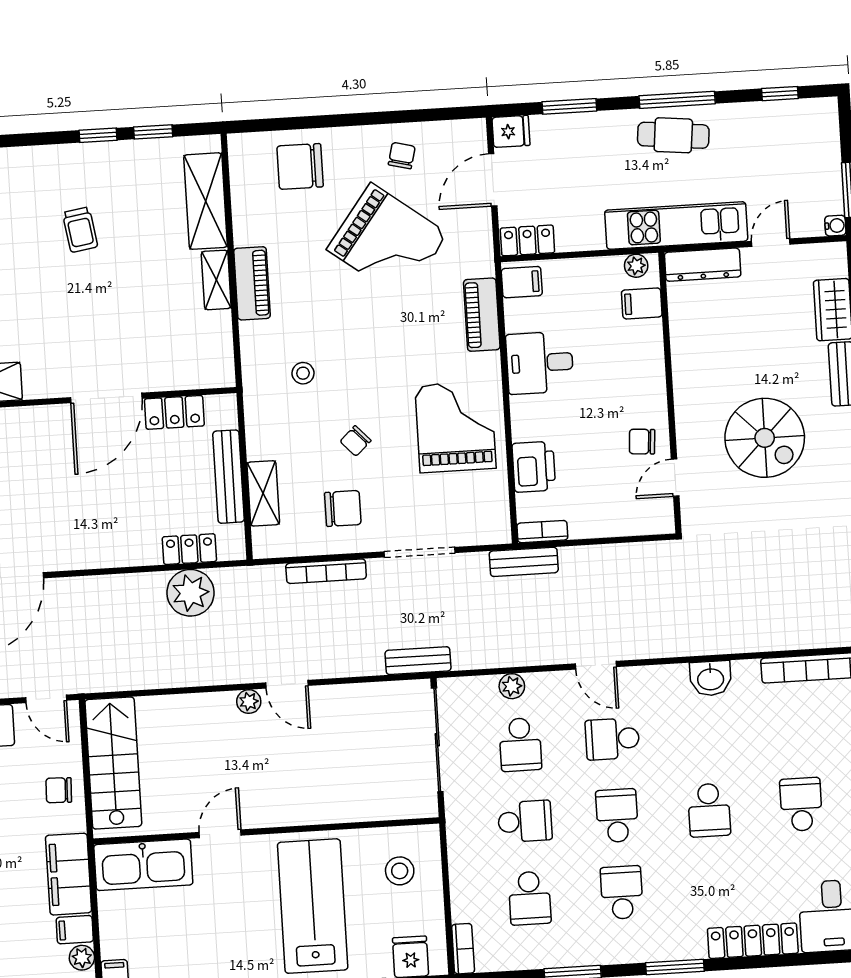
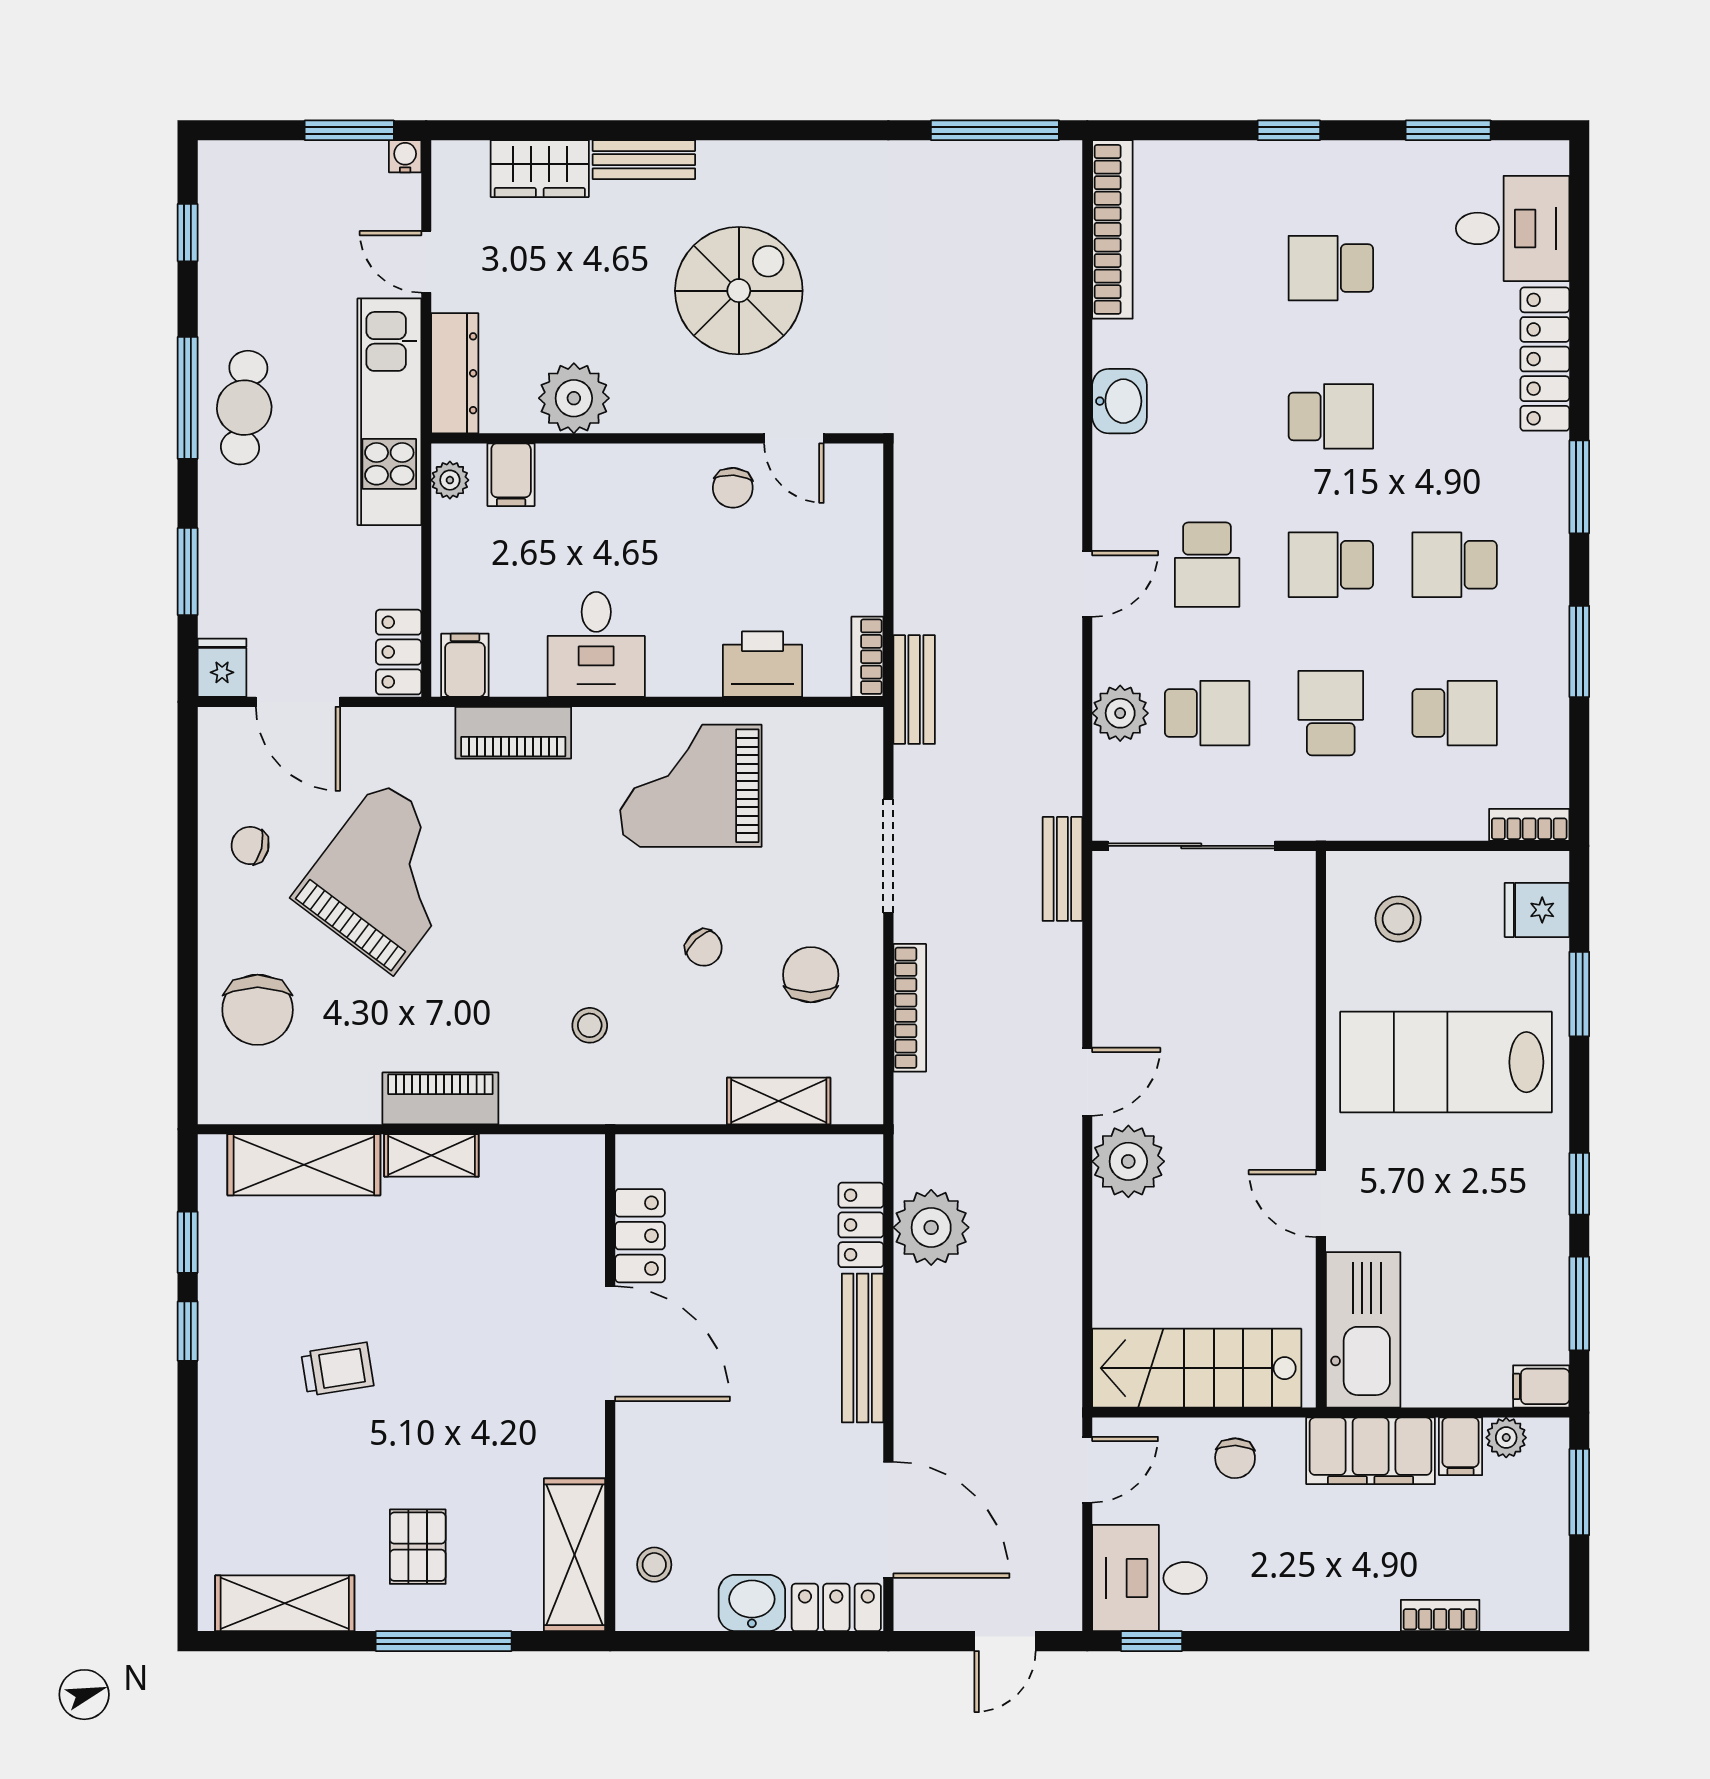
plant: (692, 340) -> (574, 398), added
bench: (229, 477) -> (863, 1348), moved, turned 90
plant: (512, 686) -> (1120, 713), width x1.38, depth x1.38
plant: (249, 702) -> (1128, 1161), width x1.88, depth x1.88

